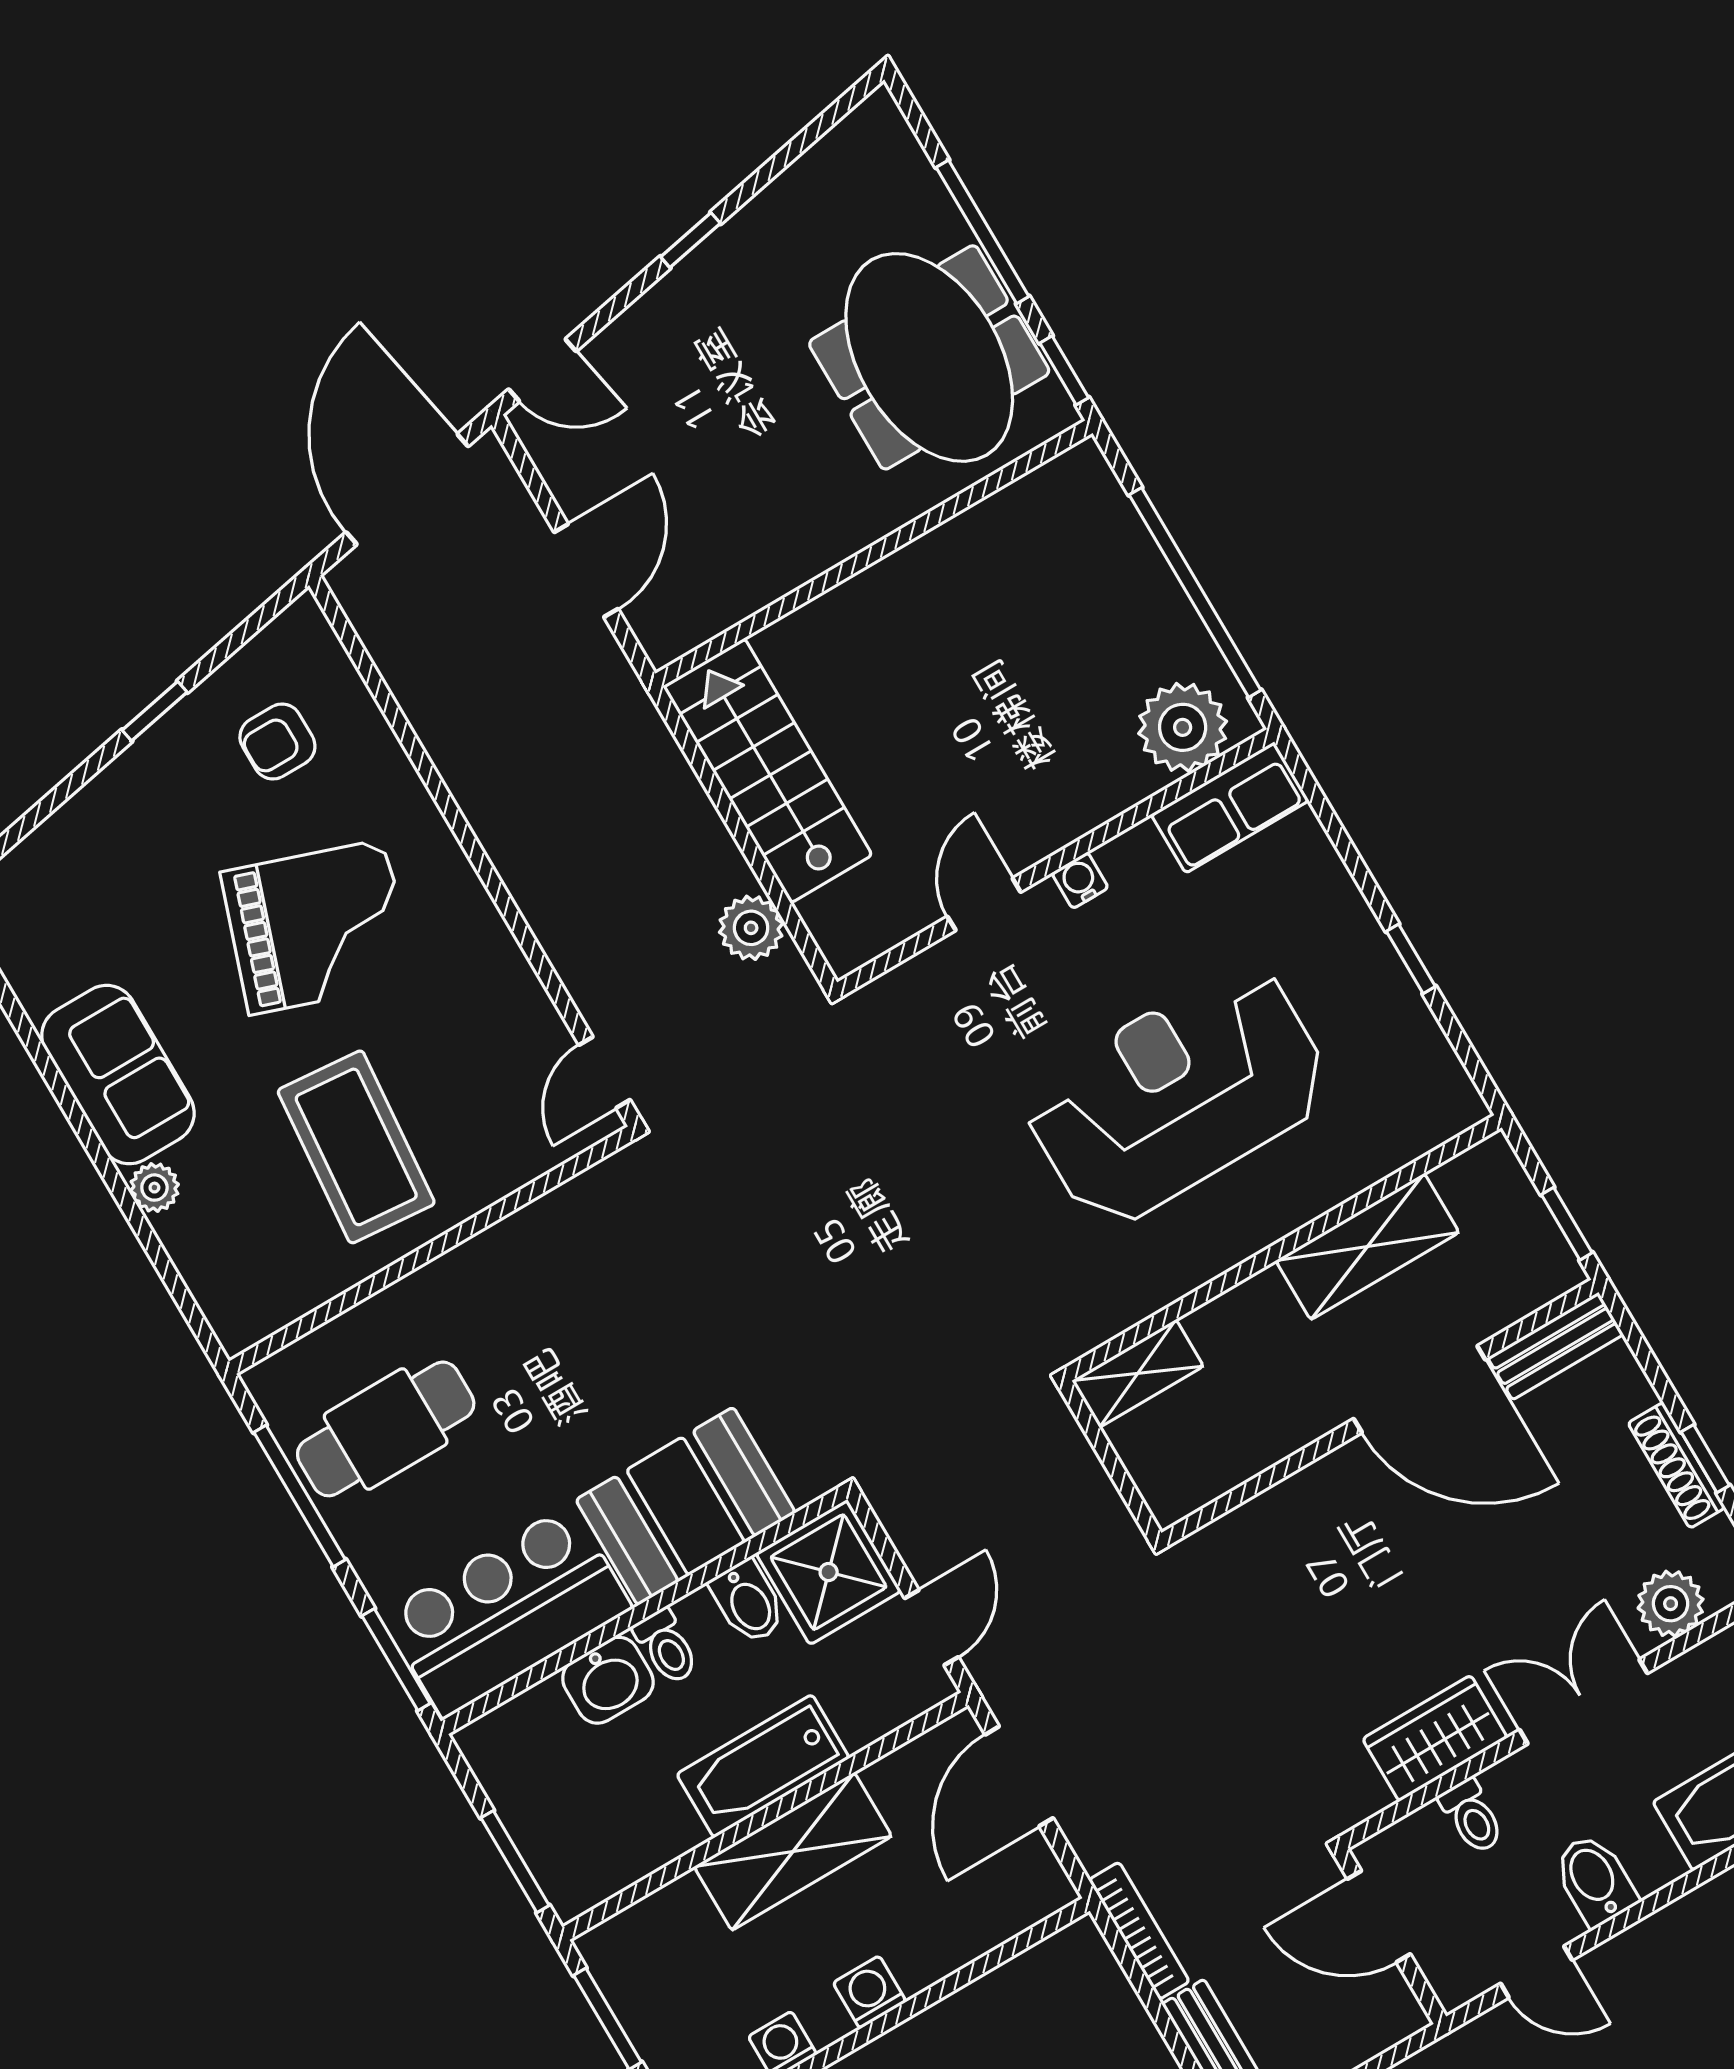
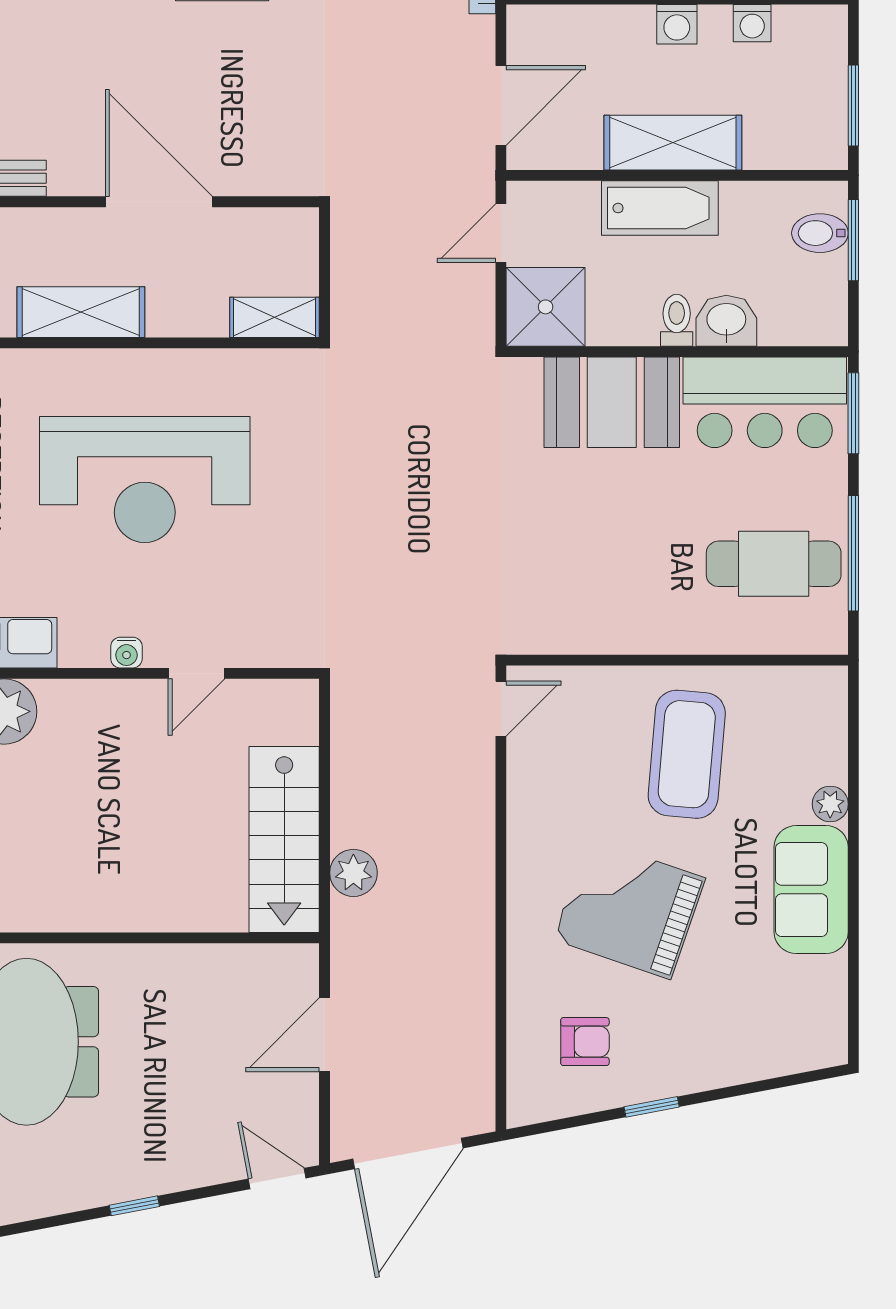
plant: (751, 928) -> (353, 873), moved
door: (1420, 1389) -> (159, 202), moved
bidet: (748, 1602) -> (820, 233), moved, turned -90

